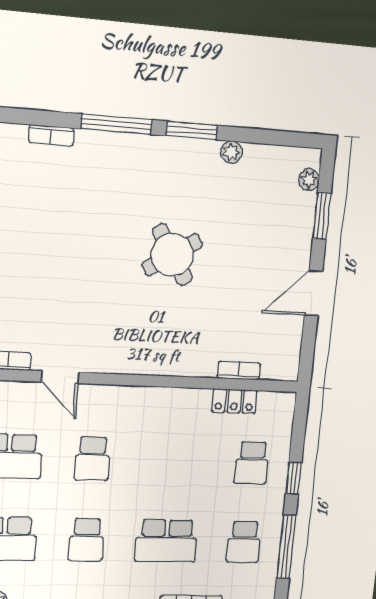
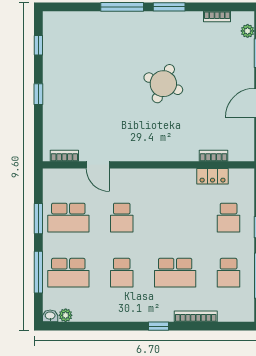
bookcase: (51, 135) -> (217, 17), moved
plant: (231, 152) -> (195, 18), removed
round table: (172, 255) -> (163, 84), turned -35

